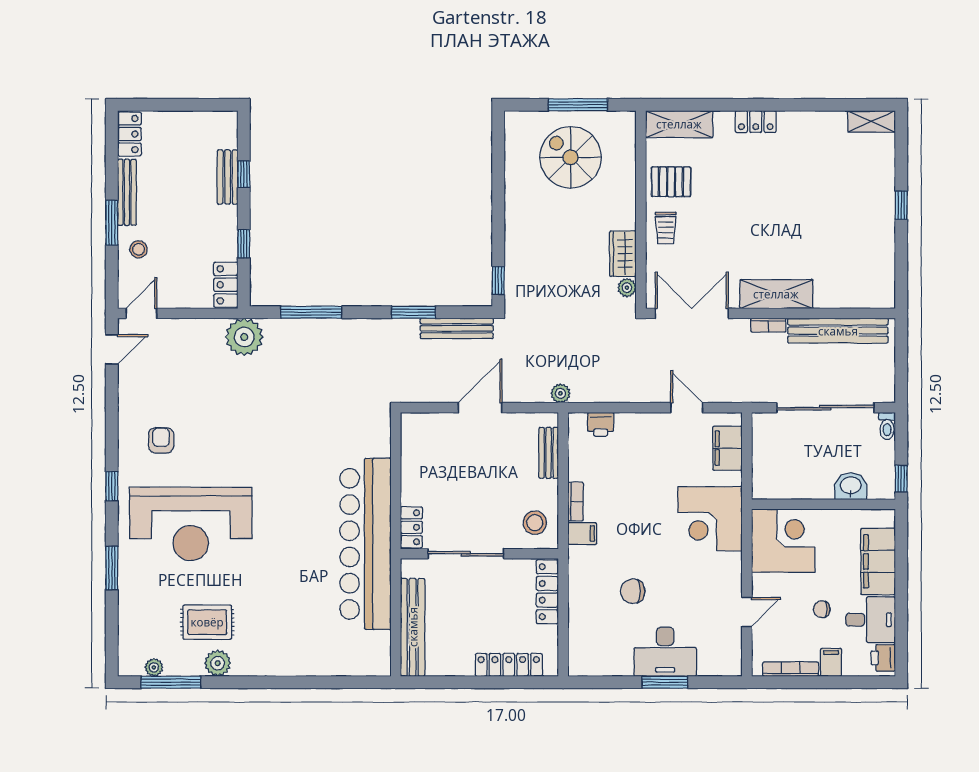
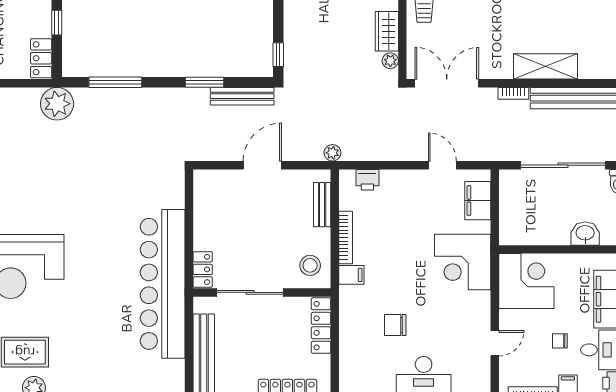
shelving: (776, 294) -> (546, 66), moved
bookcase: (576, 501) -> (346, 237), width x1.56

